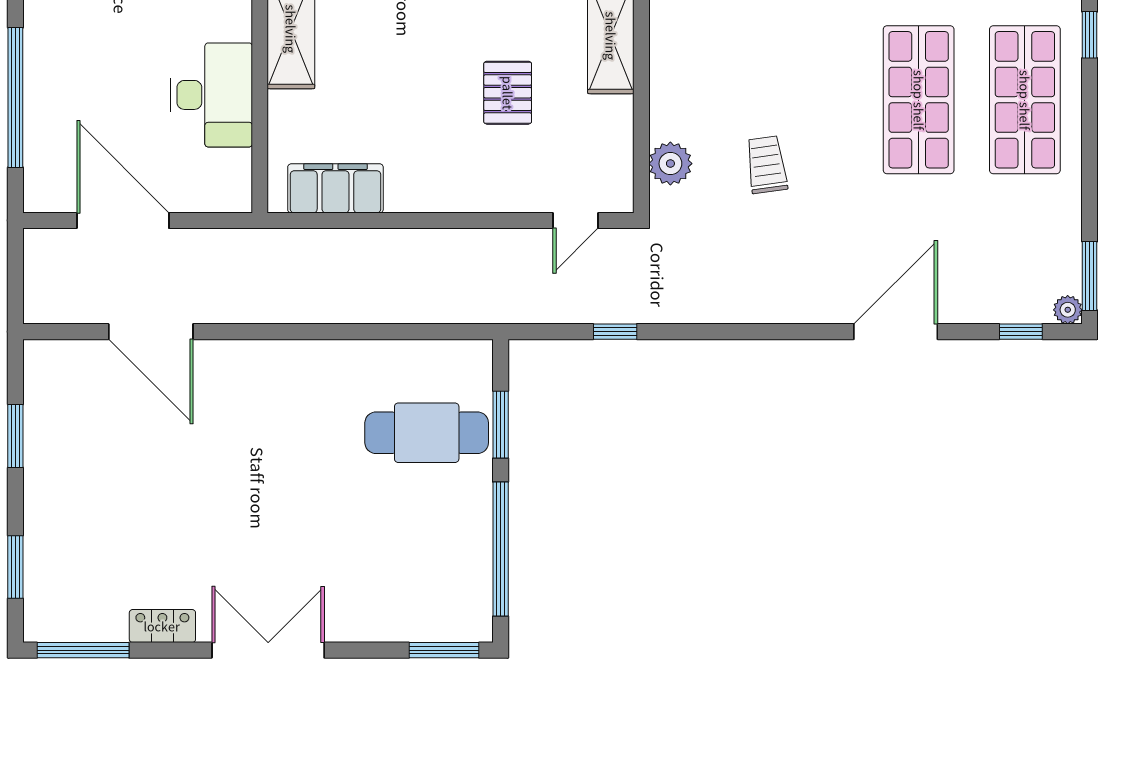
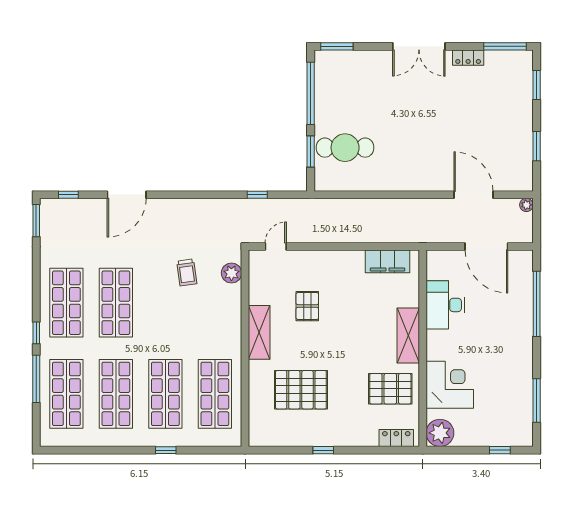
plant: (1068, 310) -> (526, 205), moved

